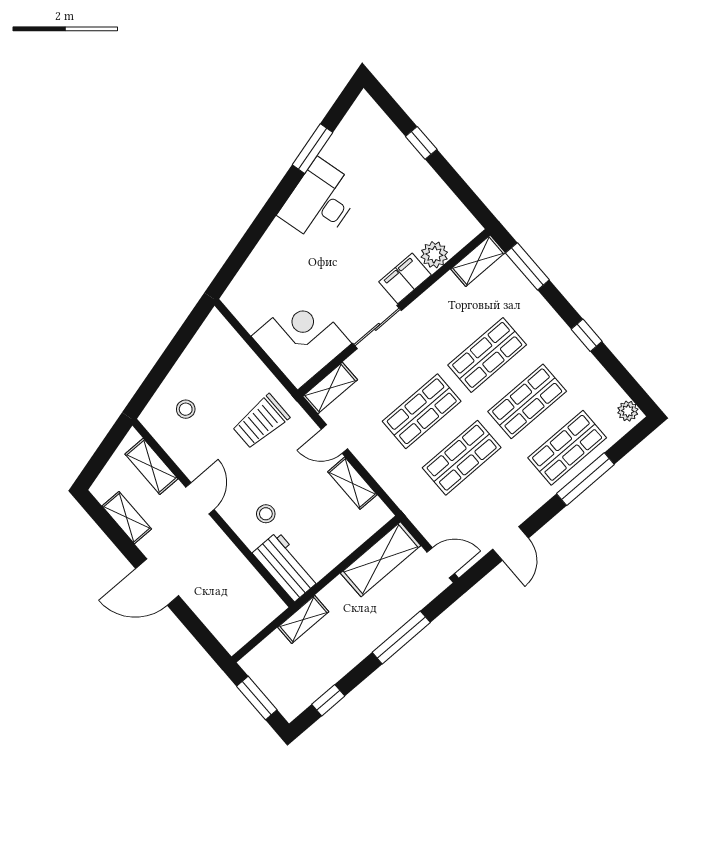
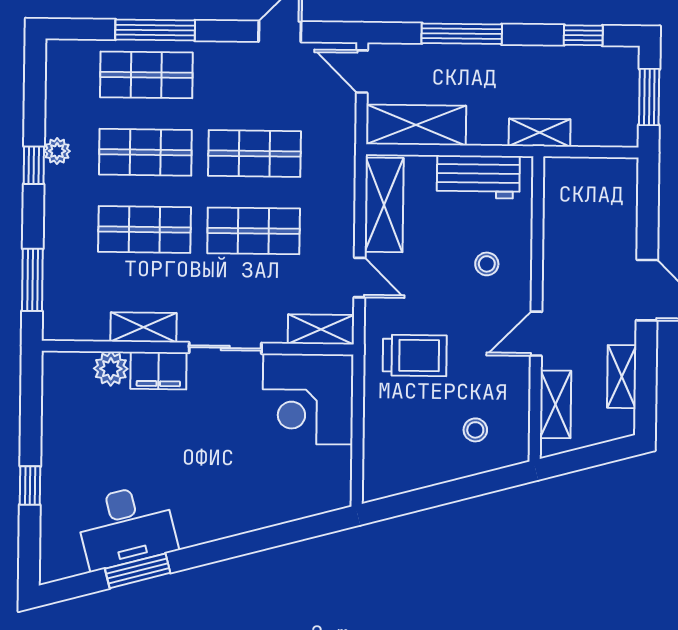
desk: (320, 202) -> (126, 526), moved
shelving: (478, 261) -> (144, 327), moved
plant: (628, 411) -> (57, 151), moved
shelving: (352, 483) -> (384, 205), width x1.50, depth x1.33
workbench: (286, 566) -> (478, 177), moved, turned -90

